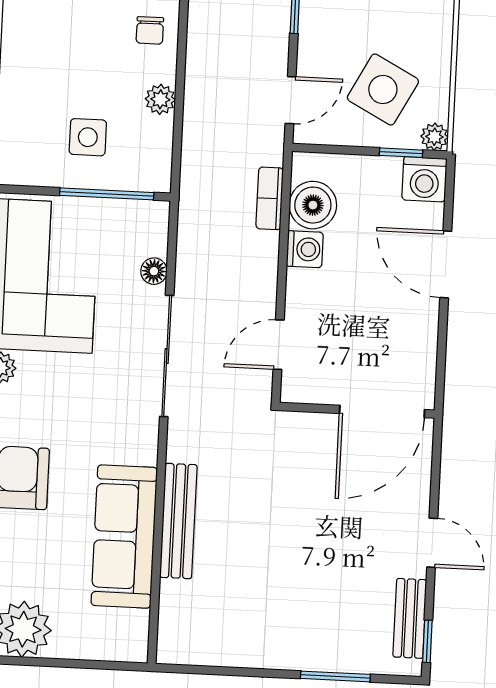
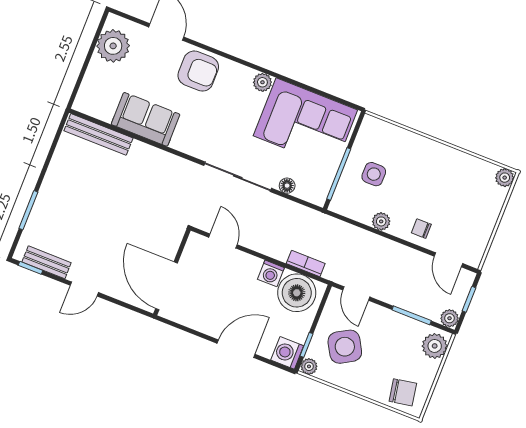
side table: (383, 90) -> (345, 347), turned 32
boiler: (313, 205) -> (297, 293), width x1.37, depth x1.37
bench: (178, 521) -> (98, 134), moved
sofa: (124, 536) -> (146, 119), width x0.73

